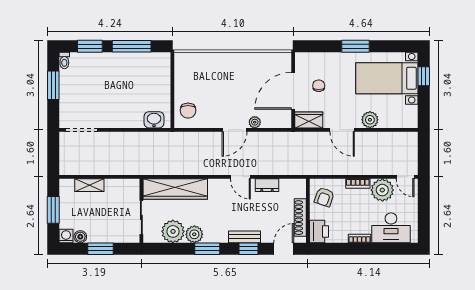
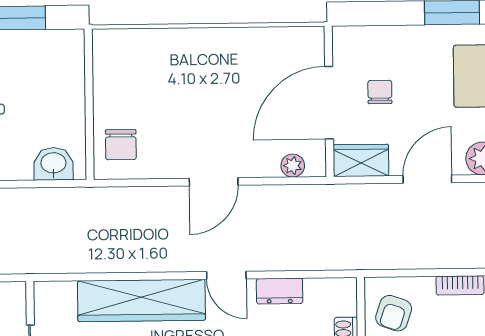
plant: (255, 122) -> (293, 166), moved
door: (342, 130) -> (427, 179), swing flipped
wardrobe: (175, 189) -> (141, 300), moved

